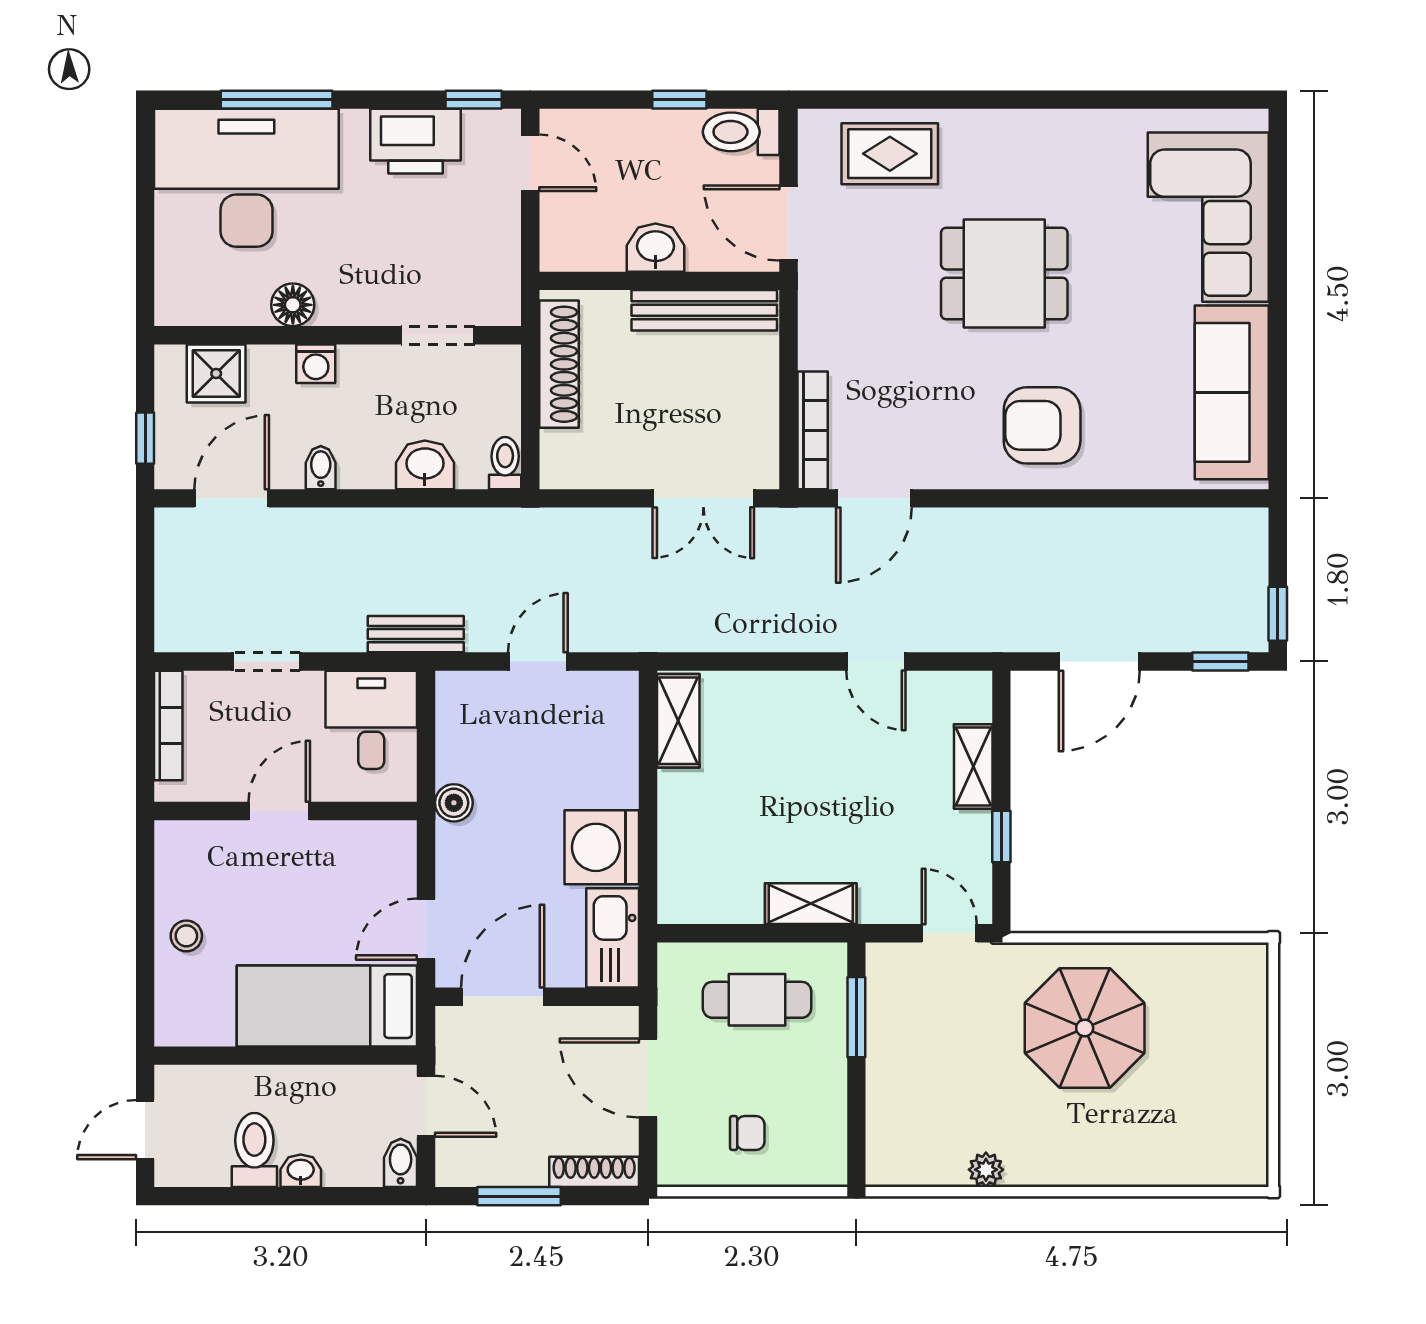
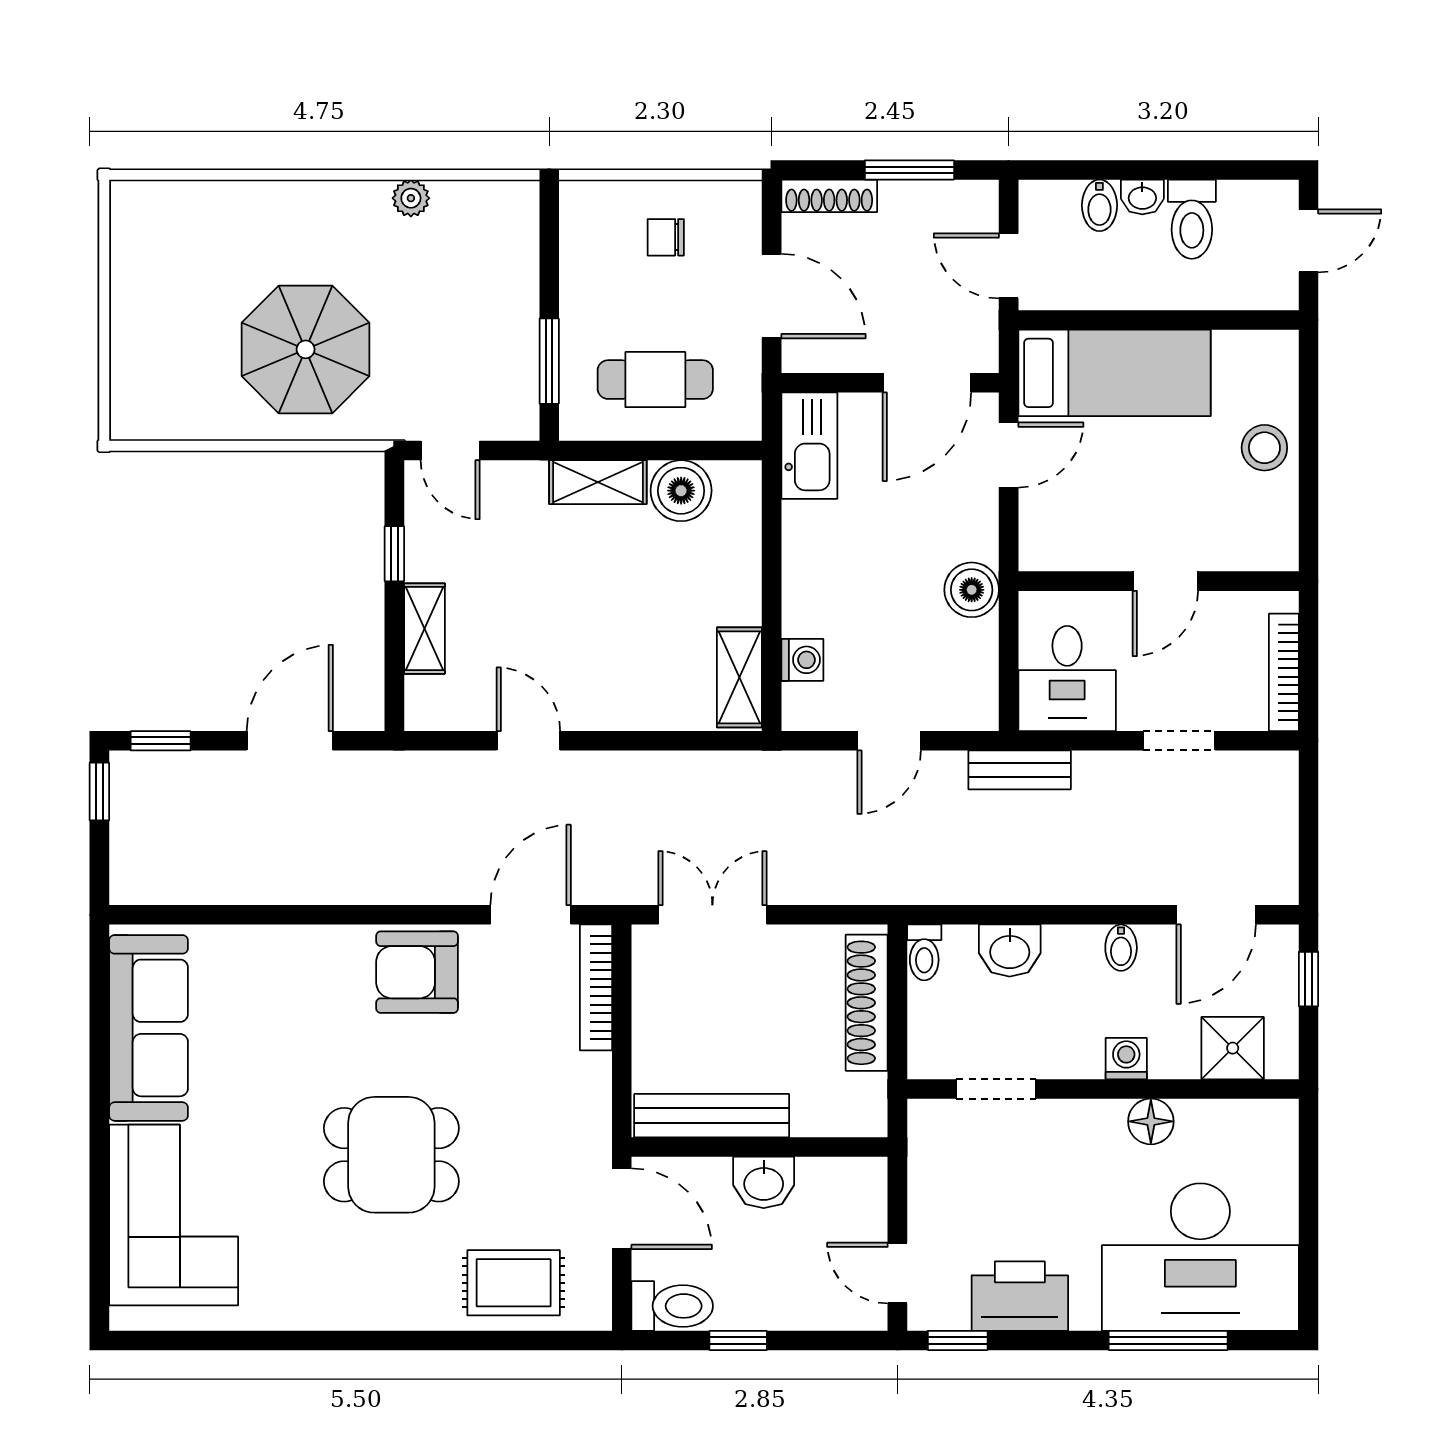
shoe rack: (559, 364) -> (867, 1003), moved
armchair: (1042, 425) -> (417, 972), moved, turned 180
boiler: (454, 803) -> (972, 590), width x1.36, depth x1.36
washing machine: (602, 847) -> (802, 660), moved, width x0.53, depth x0.53
boiler: (733, 896) -> (681, 491), added
stool: (186, 936) -> (1264, 448), width x1.37, depth x1.37
bidet: (401, 1163) -> (1099, 205), moved

